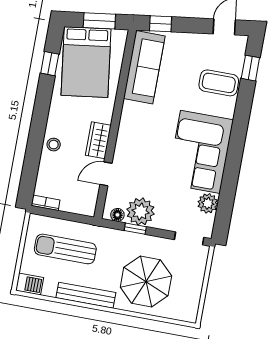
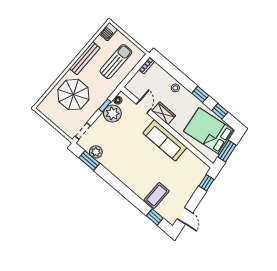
sofa: (144, 67) -> (165, 140), moved
window: (42, 105) -> (200, 94), added
corner sofa: (200, 152) -> (126, 164), removed
window: (225, 205) -> (89, 161), added

